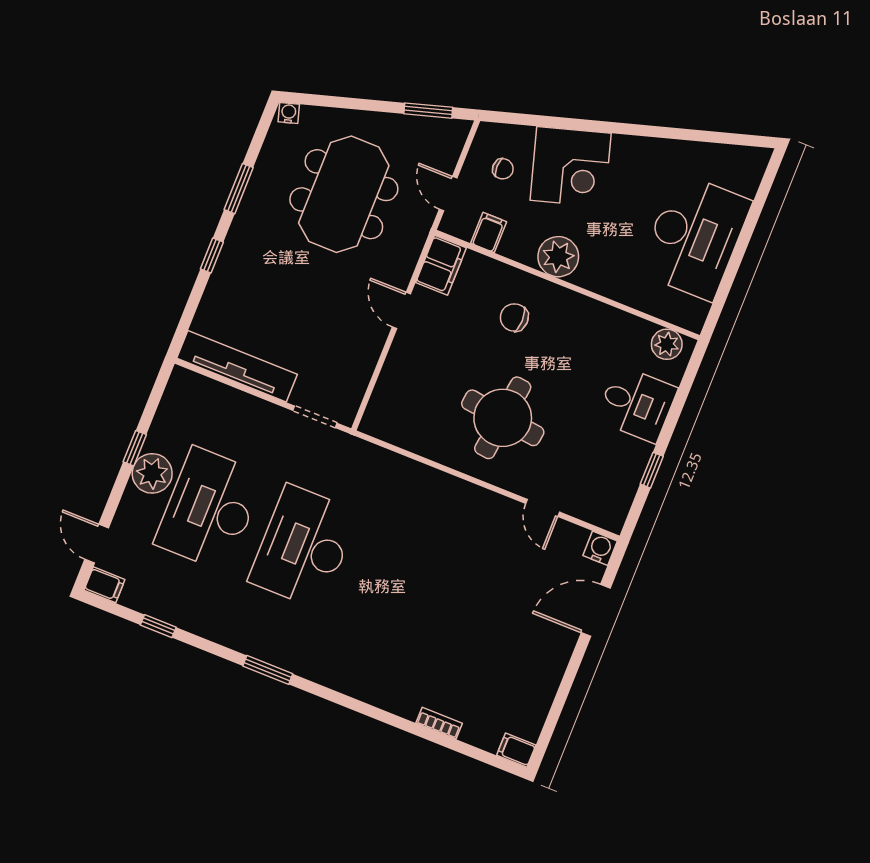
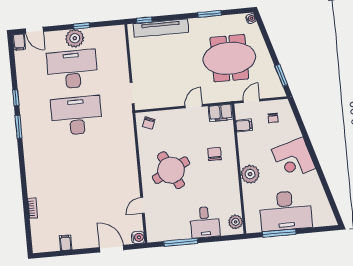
corner desk: (571, 167) -> (293, 159), moved
window: (212, 256) -> (144, 20), moved
plant: (558, 257) -> (250, 174), moved
window: (732, 271) -> (279, 233), added
tv unit: (237, 366) -> (161, 28), moved, turned 90
chair: (389, 414) -> (149, 123), added
round table: (503, 418) -> (171, 170), turned -33
window: (652, 470) -> (181, 242), width x2.17
door: (97, 544) -> (34, 30), swing flipped
window: (158, 626) -> (16, 98), moved
filing cabinet: (516, 750) -> (66, 243), moved

